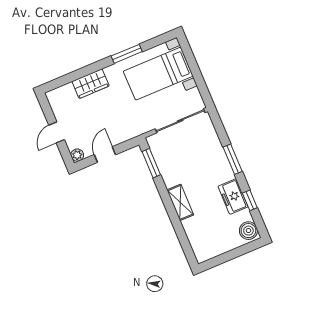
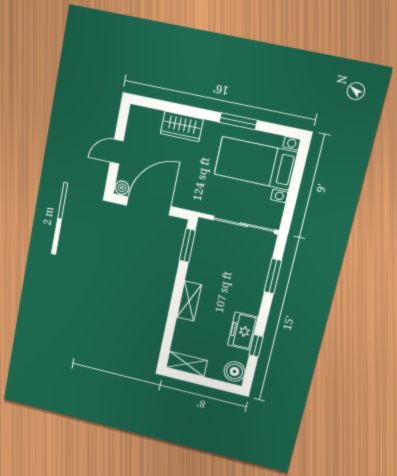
door: (105, 155) -> (149, 206), width x1.88
window: (233, 159) -> (273, 276), moved
shelving: (211, 251) -> (187, 364), added

